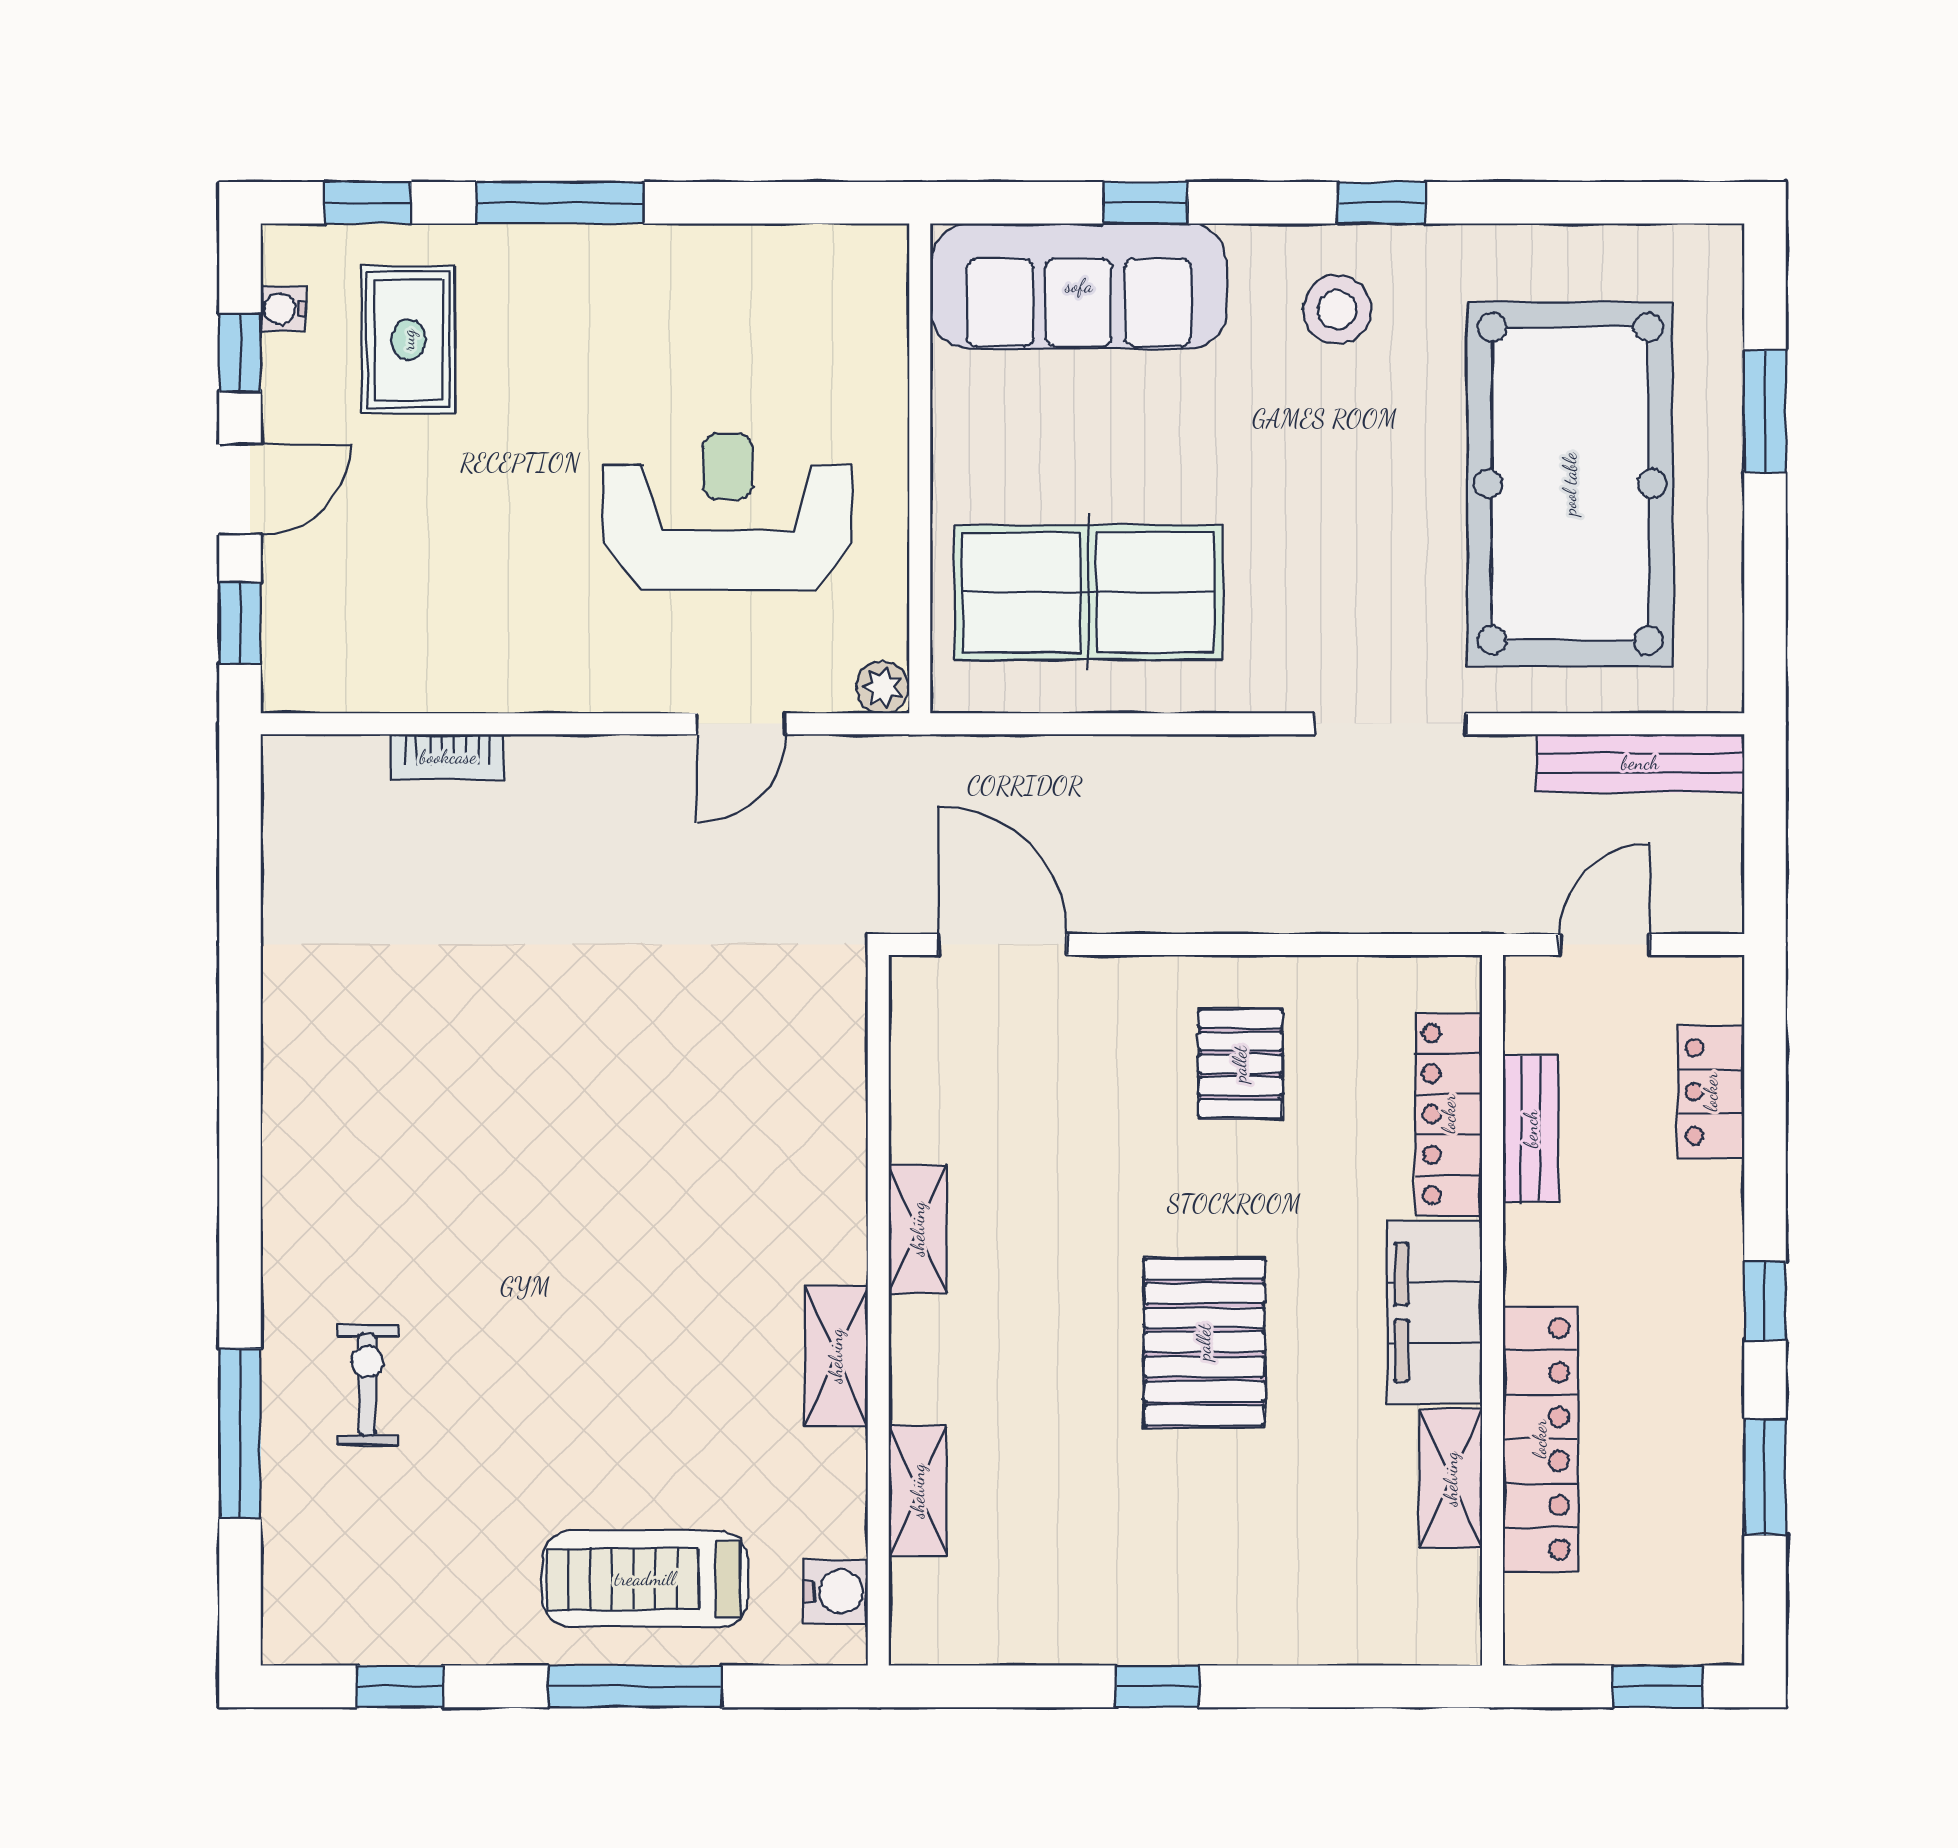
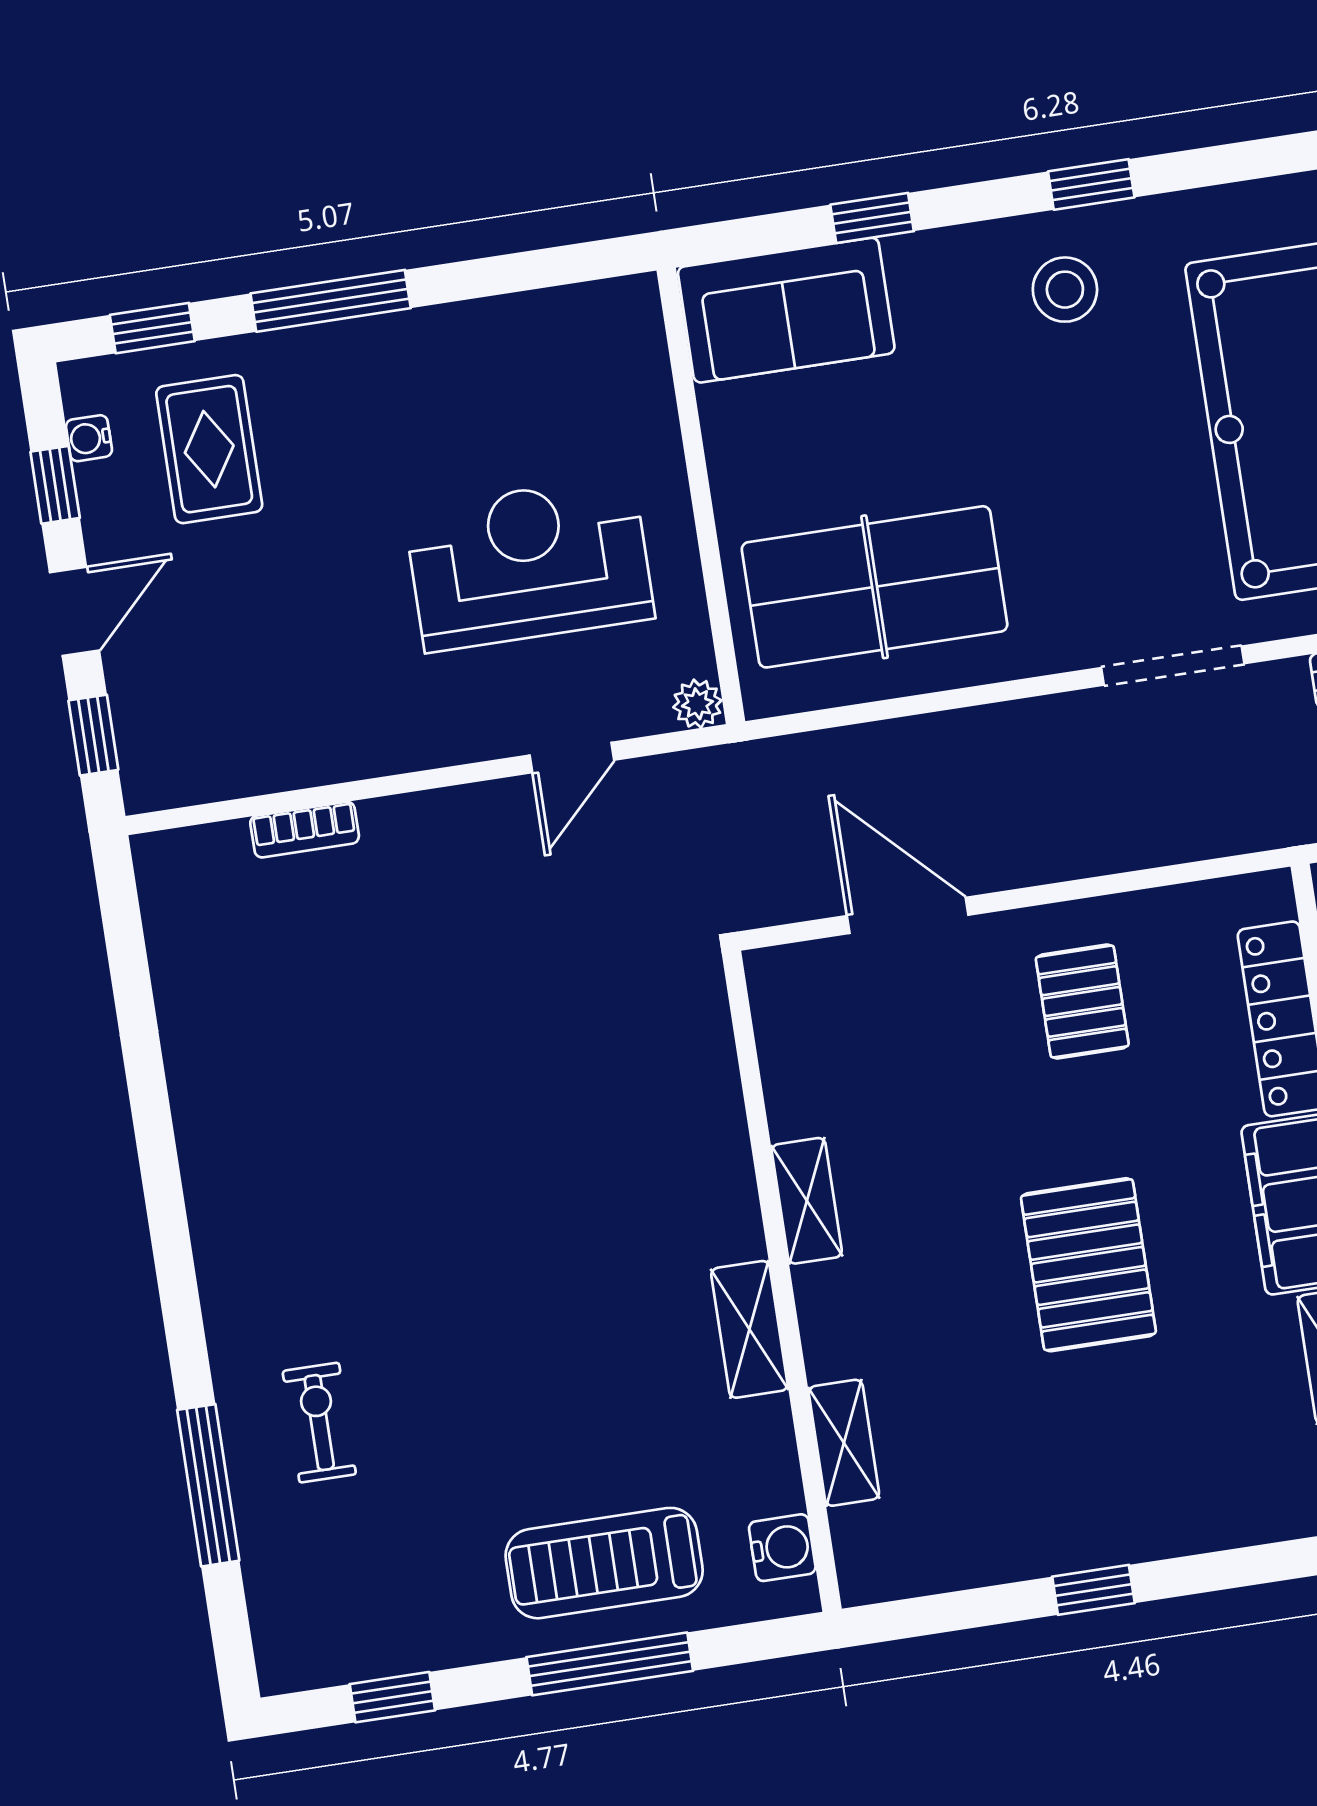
sofa: (1079, 286) -> (786, 310), width x0.73
door: (1003, 945) -> (908, 915), moved

